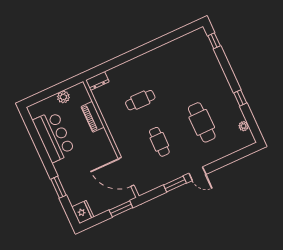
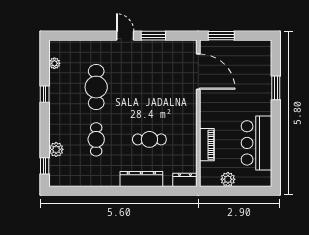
plant: (211, 58) -> (56, 149), added
dresser: (132, 66) -> (141, 179), added
cafe table: (159, 142) -> (96, 139), moved
fridge: (83, 212) -> (262, 51), removed

